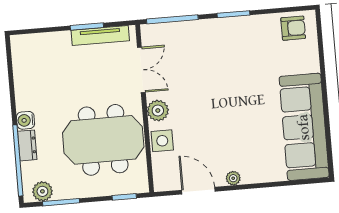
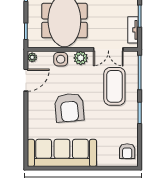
tv unit: (100, 35) -> (133, 30), width x0.71
coffee table: (197, 56) -> (114, 86), added
armchair: (235, 121) -> (69, 108), added
plant: (233, 178) -> (32, 57), moved

